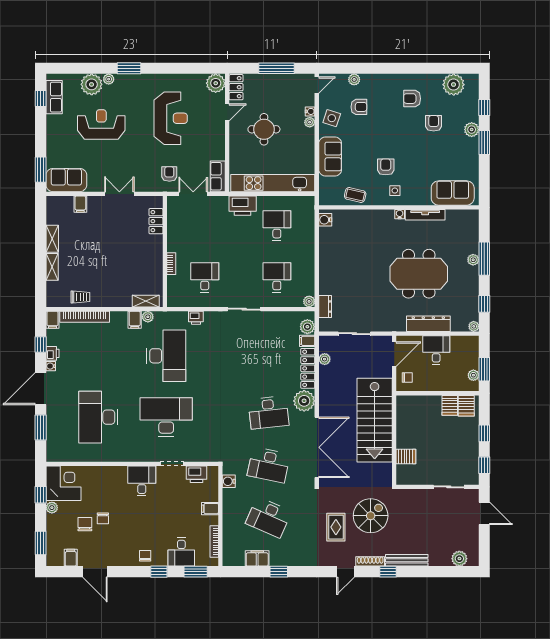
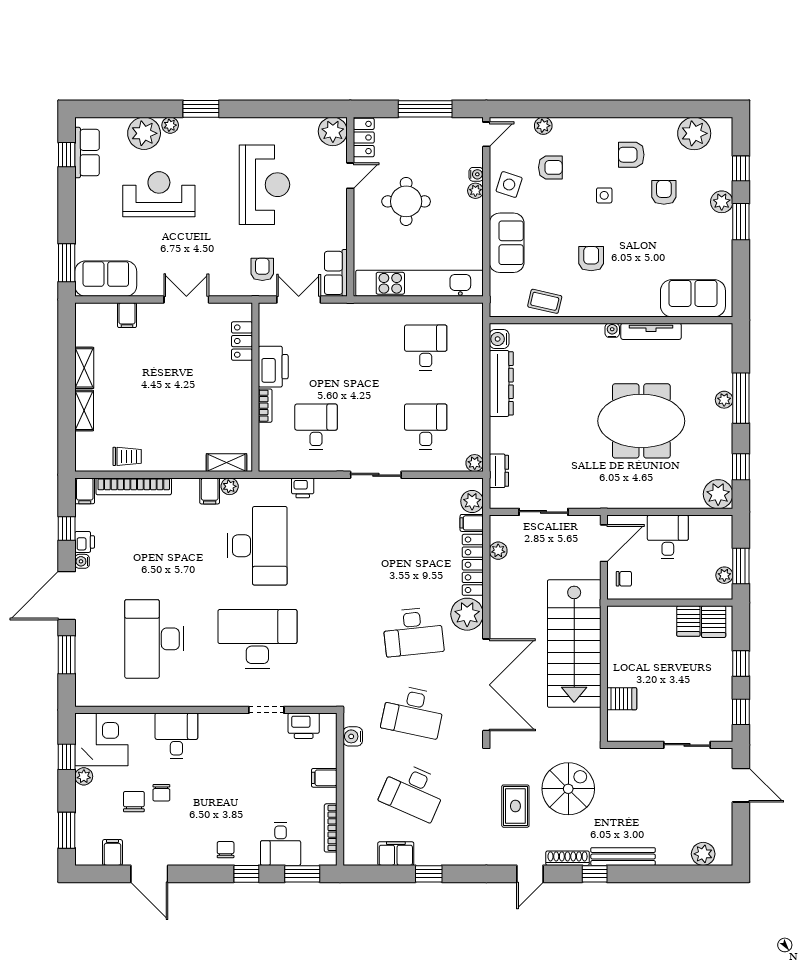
side table: (395, 191) -> (604, 195), moved
printer: (243, 206) -> (273, 367), moved, turned -90
dresser: (428, 324) -> (501, 383), moved, turned 90
plant: (474, 326) -> (718, 494), width x1.88, depth x1.88
desk: (142, 481) -> (176, 736), moved

